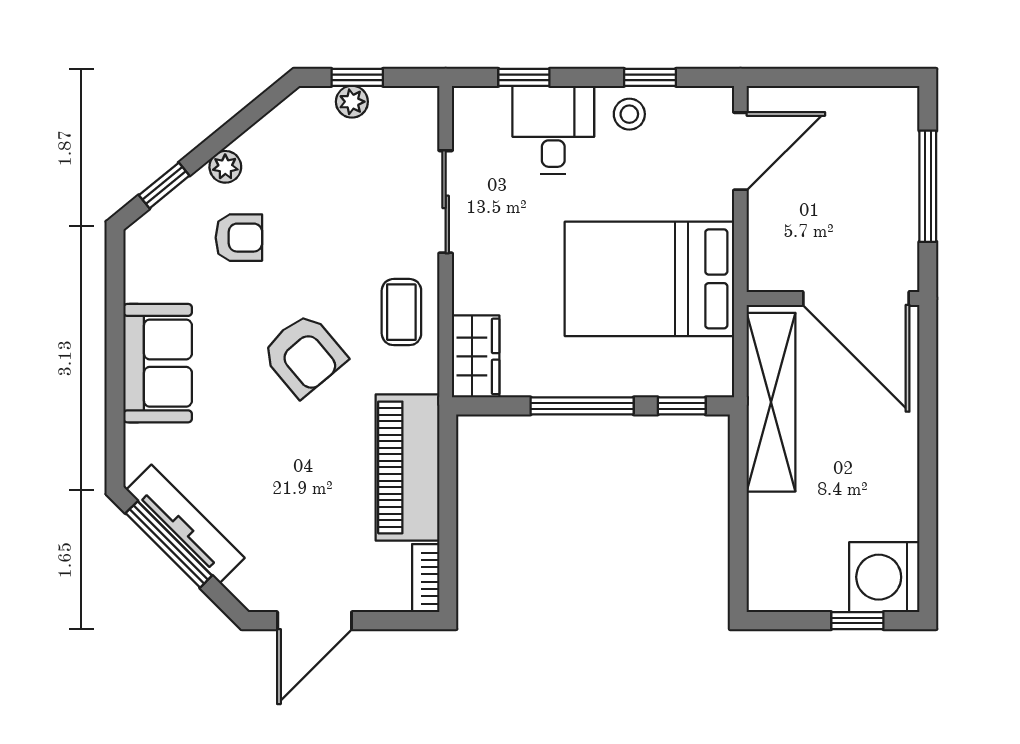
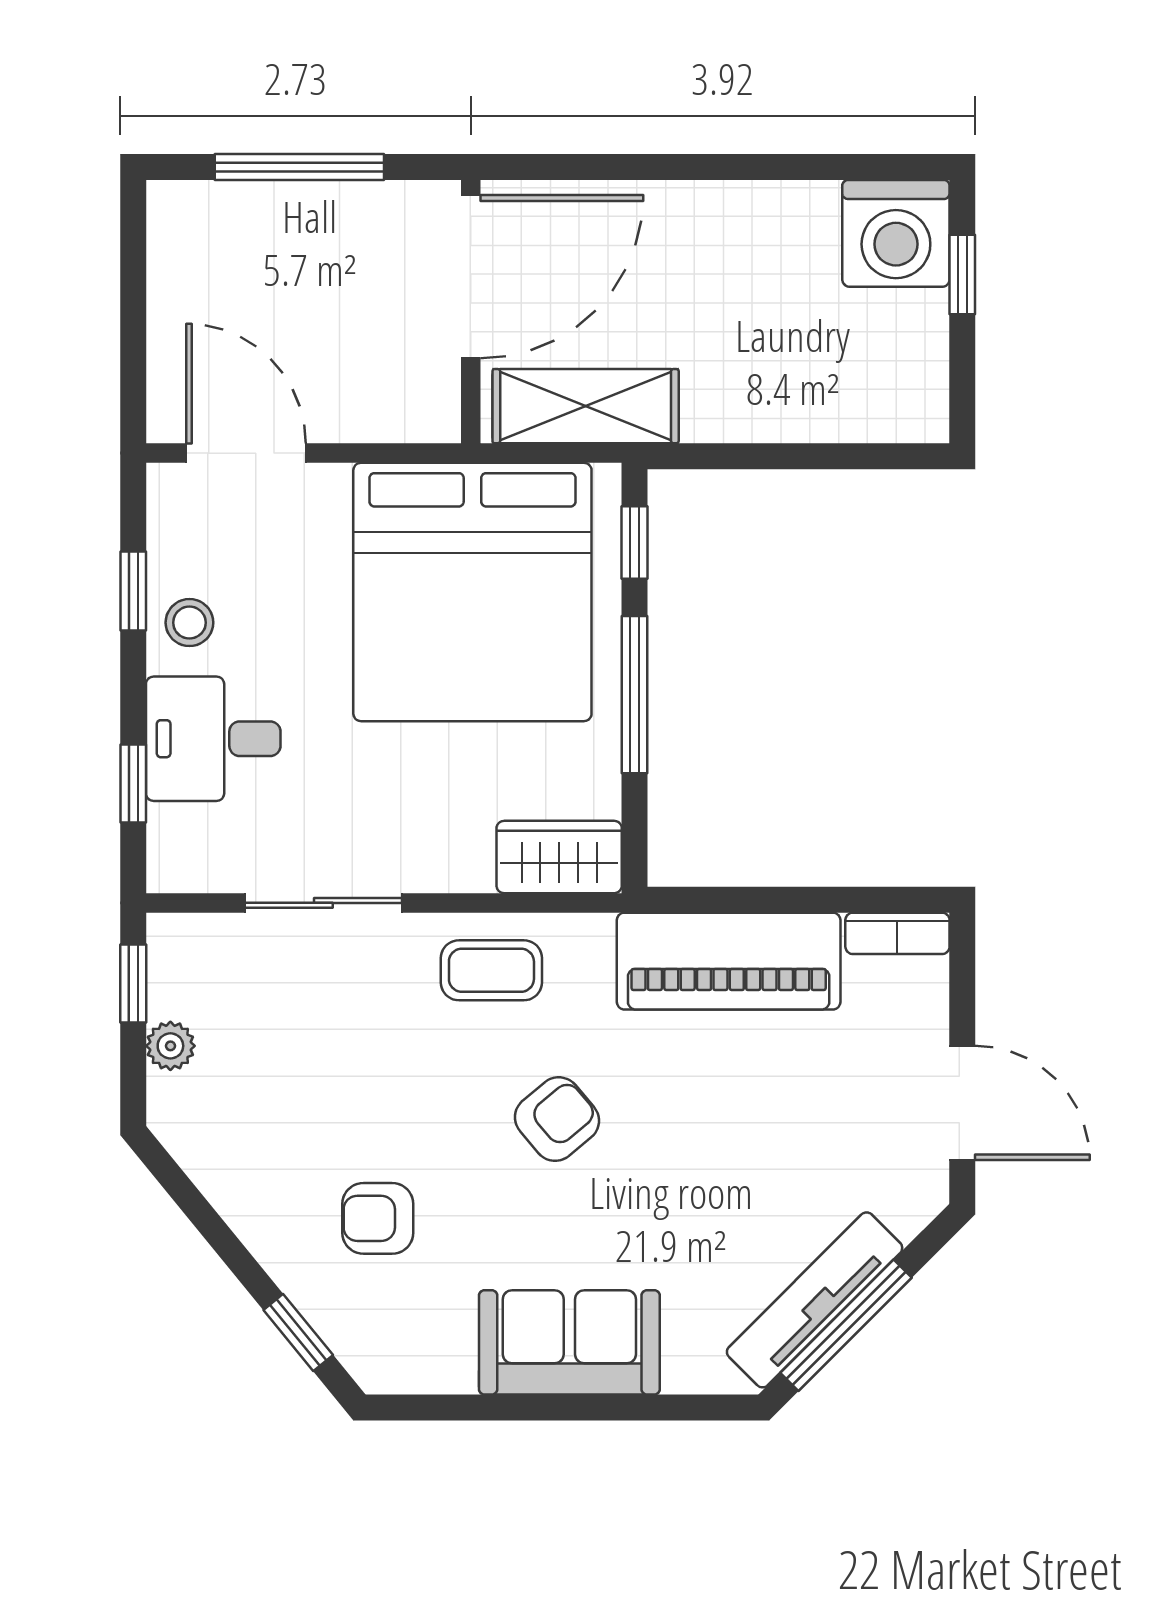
window: (357, 77) -> (133, 983), moved
plant: (225, 167) -> (270, 1239), removed
armchair: (239, 238) -> (378, 1218), turned -90
bed: (649, 279) -> (472, 592), width x1.36
armchair: (304, 355) -> (557, 1119), width x0.72, depth x0.72
shelving: (771, 402) -> (586, 406), width x0.68

